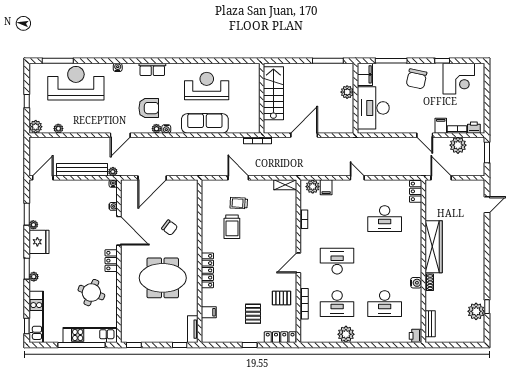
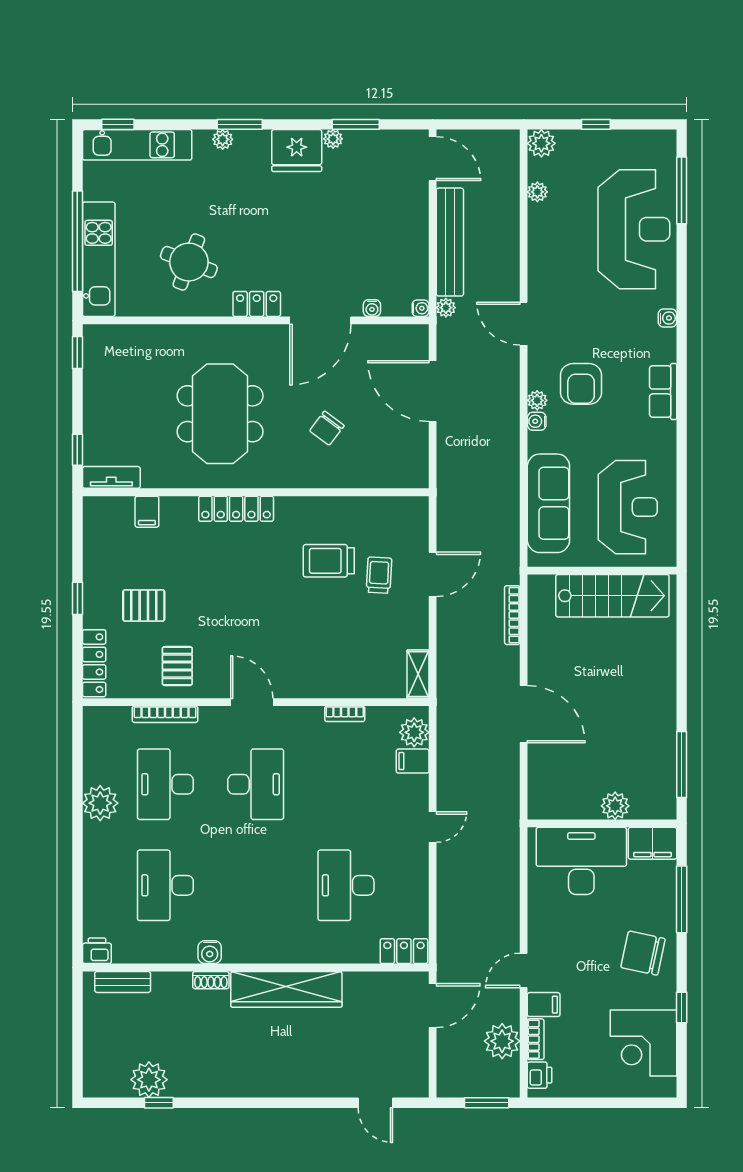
stairs: (273, 93) -> (612, 596), moved
wall: (262, 98) -> (602, 571), moved

